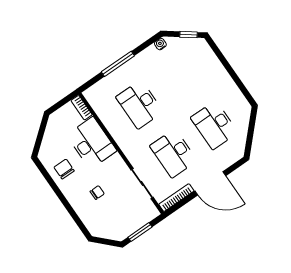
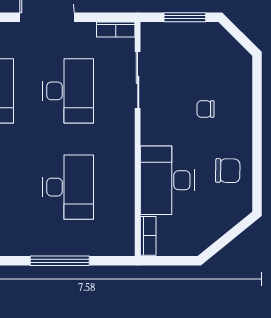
chair: (64, 169) -> (228, 171), turned -89
bookcase: (176, 198) -> (116, 30), width x0.64

